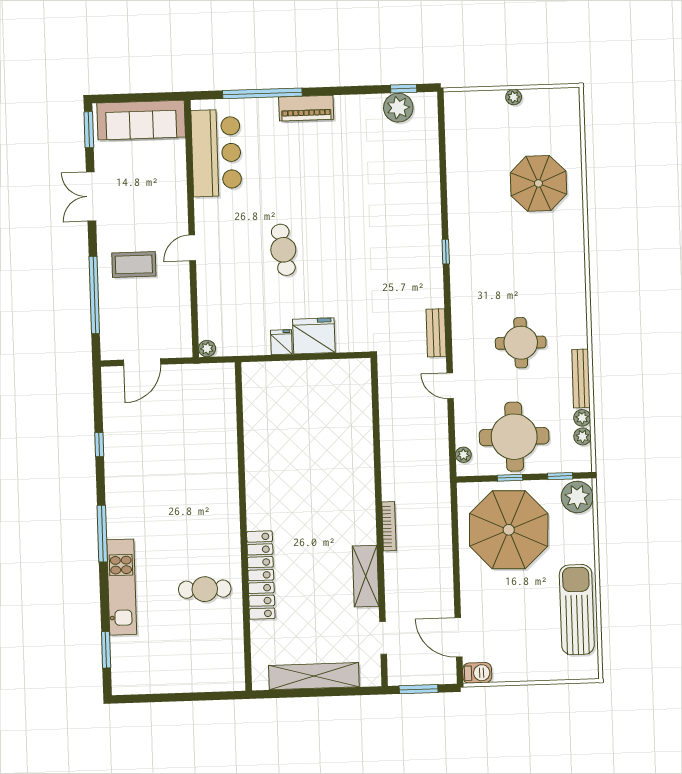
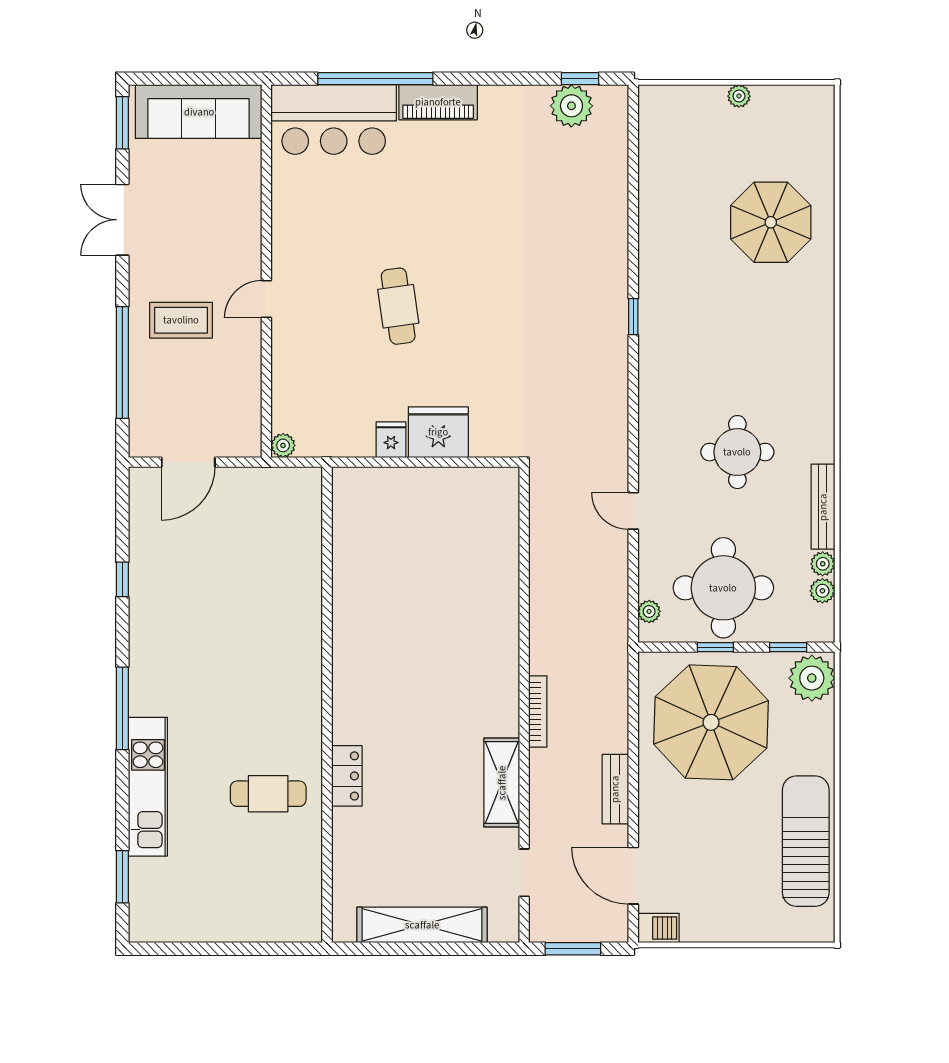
bar counter: (216, 153) -> (334, 120), moved, turned 90
bench: (436, 333) -> (615, 789), moved
locker: (261, 575) -> (347, 776), width x0.46, depth x0.83

